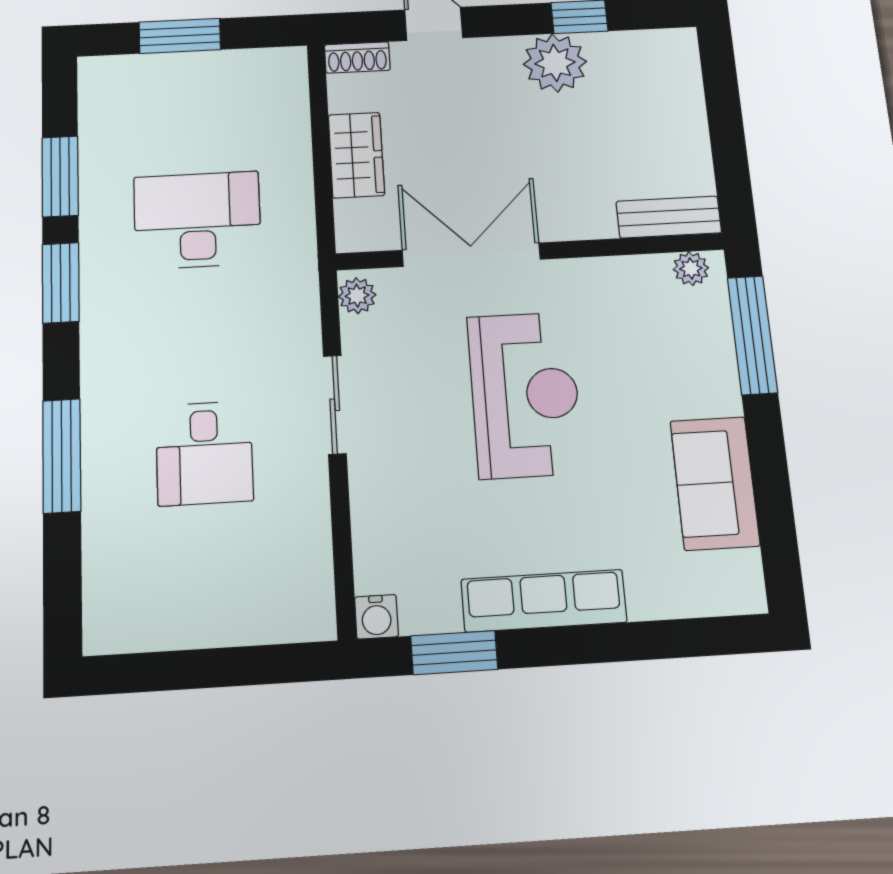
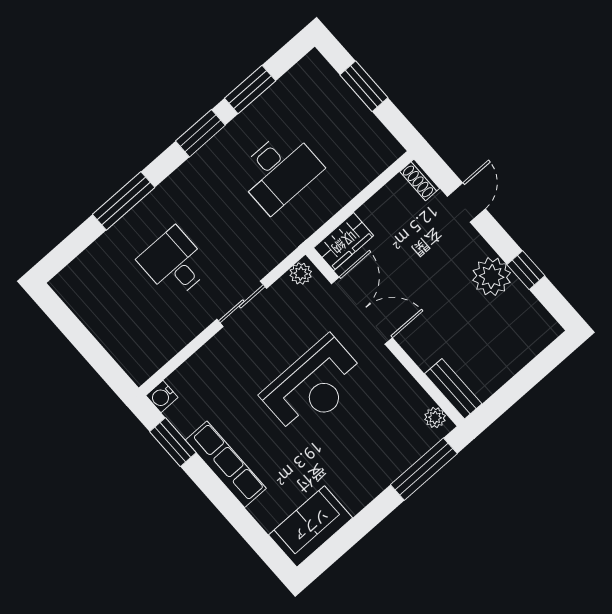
wardrobe: (356, 155) -> (344, 242), moved
desk: (197, 220) -> (279, 171), turned 90
desk: (204, 453) -> (174, 263), turned 90
sofa: (715, 483) -> (311, 526), moved

